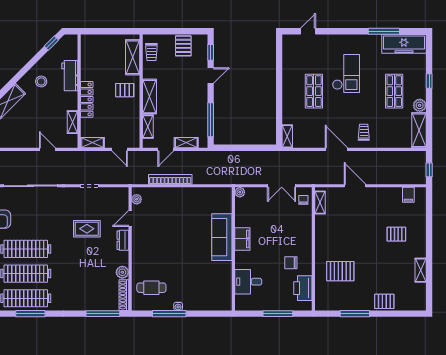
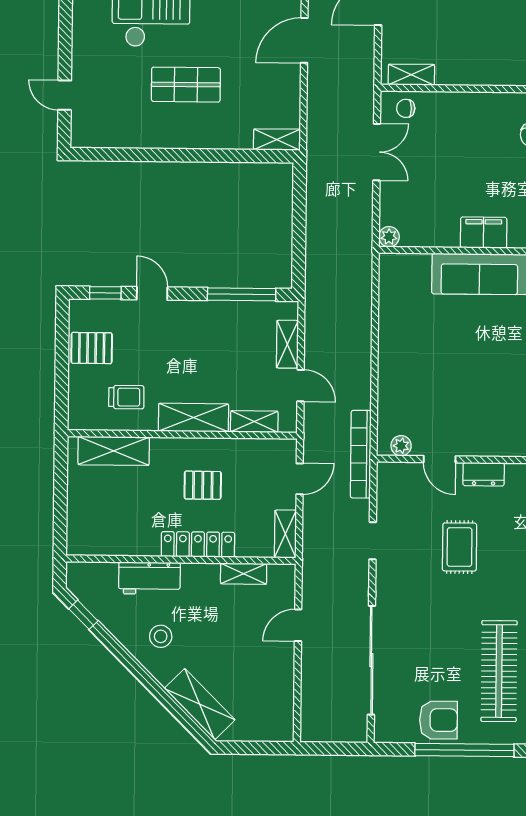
trolley: (151, 52) -> (126, 397), moved
pallet: (125, 90) -> (203, 485), moved, turned 90
bookcase: (170, 179) -> (361, 454), moved

